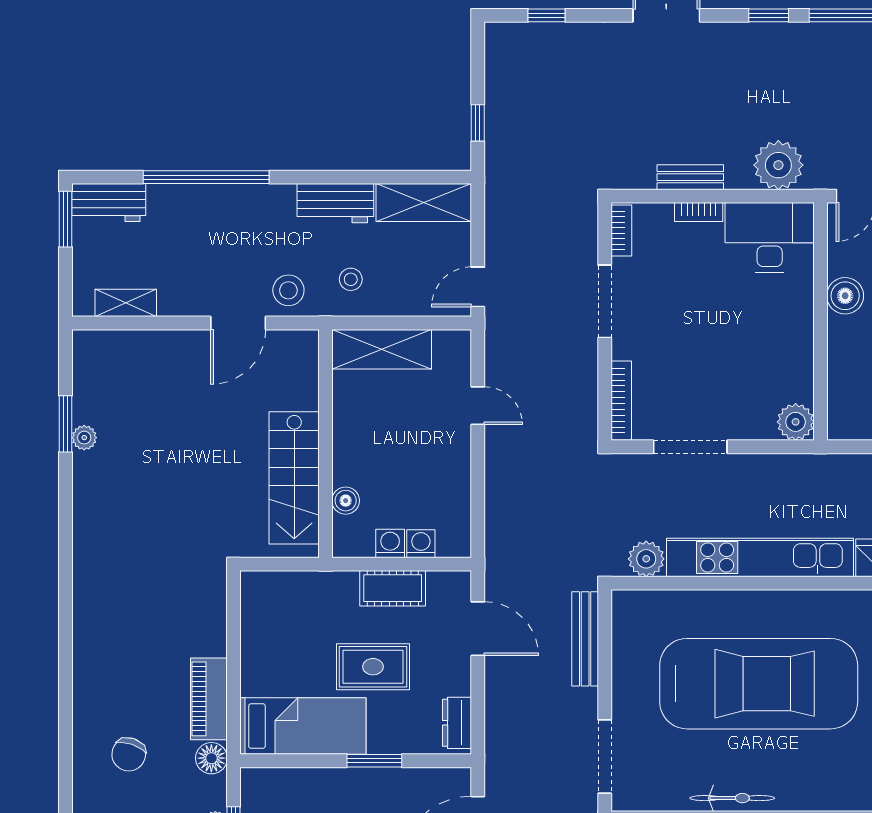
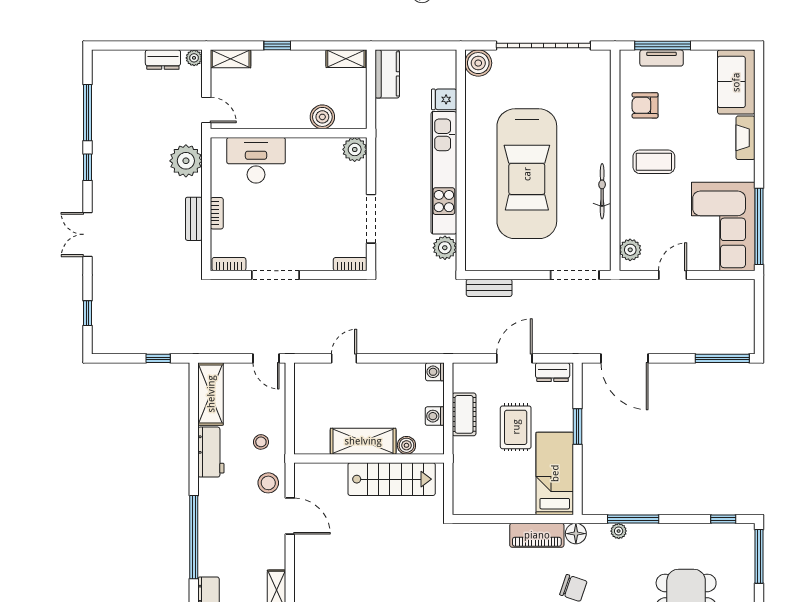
desk: (770, 237) -> (256, 160), moved, turned 90
boiler: (845, 296) -> (322, 117), moved
shelving: (382, 349) -> (363, 441), moved, turned 90
bookcase: (621, 401) -> (350, 264), width x0.64
washing machine: (421, 544) -> (435, 372), moved
door: (478, 629) -> (514, 358), moved
bench: (585, 639) -> (489, 288), width x0.73
car: (759, 684) -> (527, 174), turned 180

